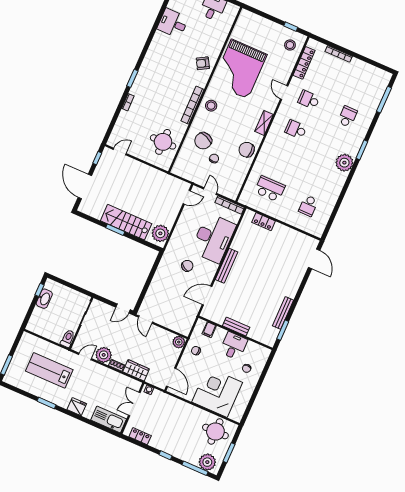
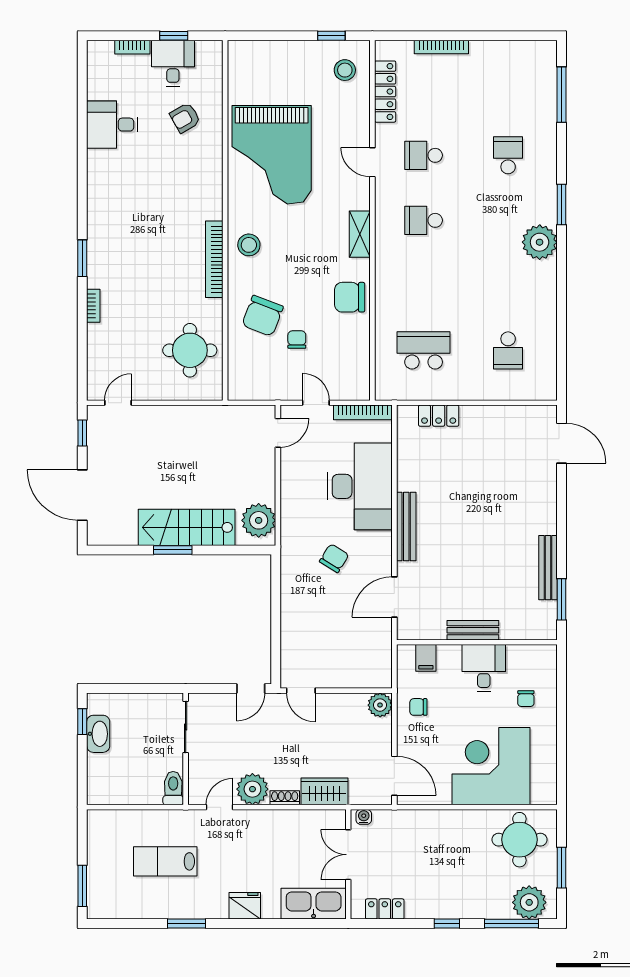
armchair: (203, 63) -> (185, 118), moved
lab bench: (49, 370) -> (165, 861), width x0.73, depth x0.72

